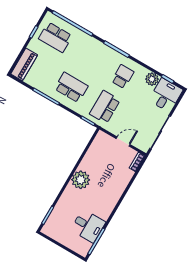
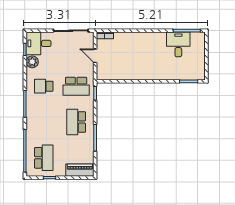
plant: (81, 180) -> (145, 72), removed

